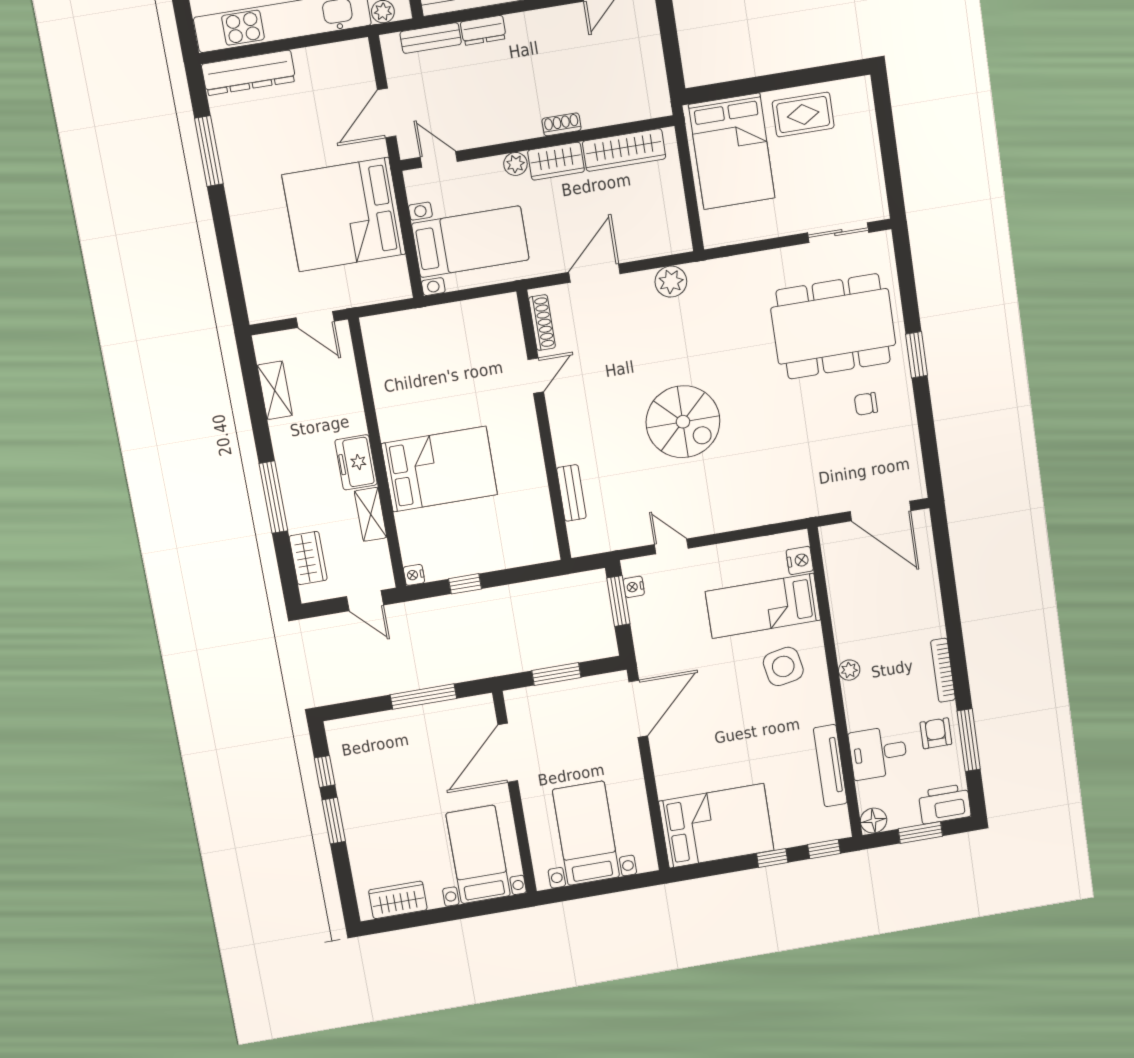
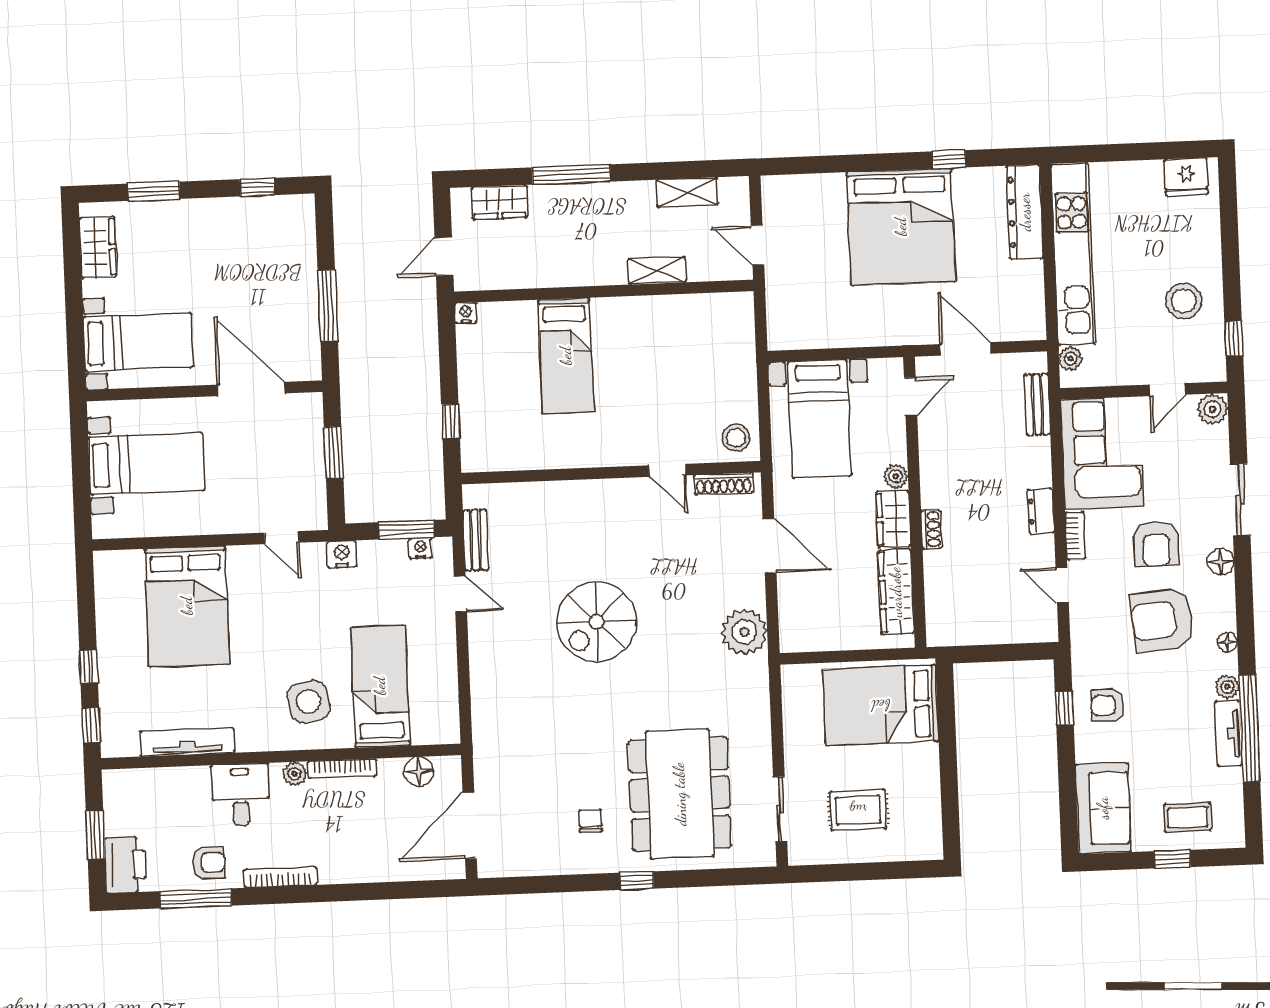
dresser: (483, 30) -> (1041, 511), moved
rug: (803, 115) -> (858, 810), moved, turned 90
window: (209, 151) -> (949, 159), width x0.46
bed: (344, 215) -> (901, 227), moved, turned 180
plant: (671, 282) -> (744, 632), width x1.36, depth x1.36
stool: (498, 317) -> (736, 438), added
door: (315, 319) -> (757, 245), hinge flipped
window: (917, 355) -> (637, 881), width x0.67
freezer: (356, 462) -> (598, 267), removed
bed: (439, 469) -> (566, 356), width x0.67
bench: (571, 493) -> (476, 540), moved, turned 90
shelving: (371, 514) -> (657, 270), moved
door: (671, 546) -> (460, 594), hinge flipped
nightstand: (800, 560) -> (342, 554), moved, turned 180
window: (465, 584) -> (451, 421), moved
bookcase: (841, 629) -> (342, 769), added
door: (638, 709) -> (282, 538), width x0.53
desk: (878, 753) -> (241, 795), moved
window: (334, 821) -> (154, 191), moved
floor lamp: (874, 821) -> (419, 772), moved
bed: (716, 826) -> (187, 606), moved

